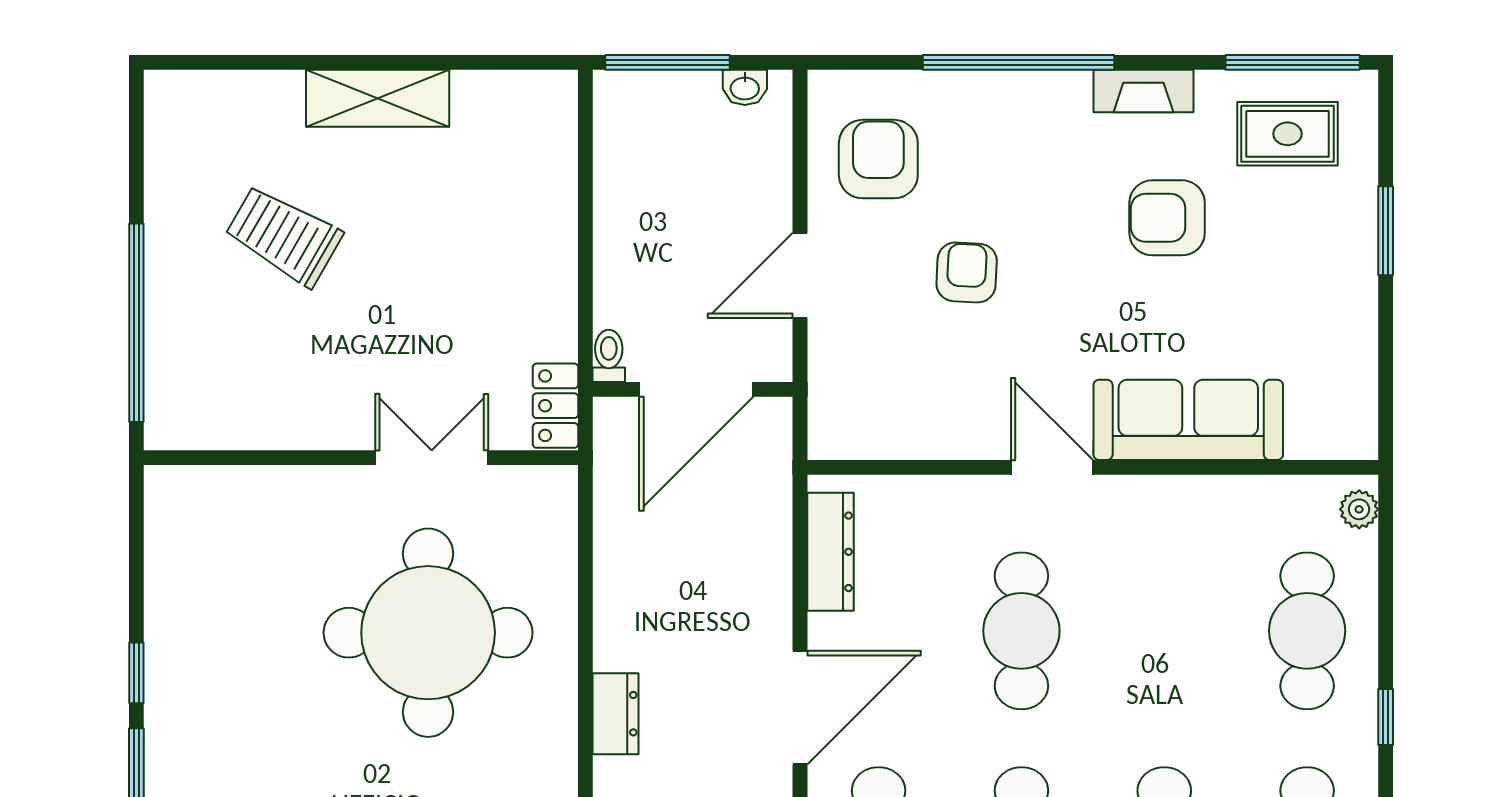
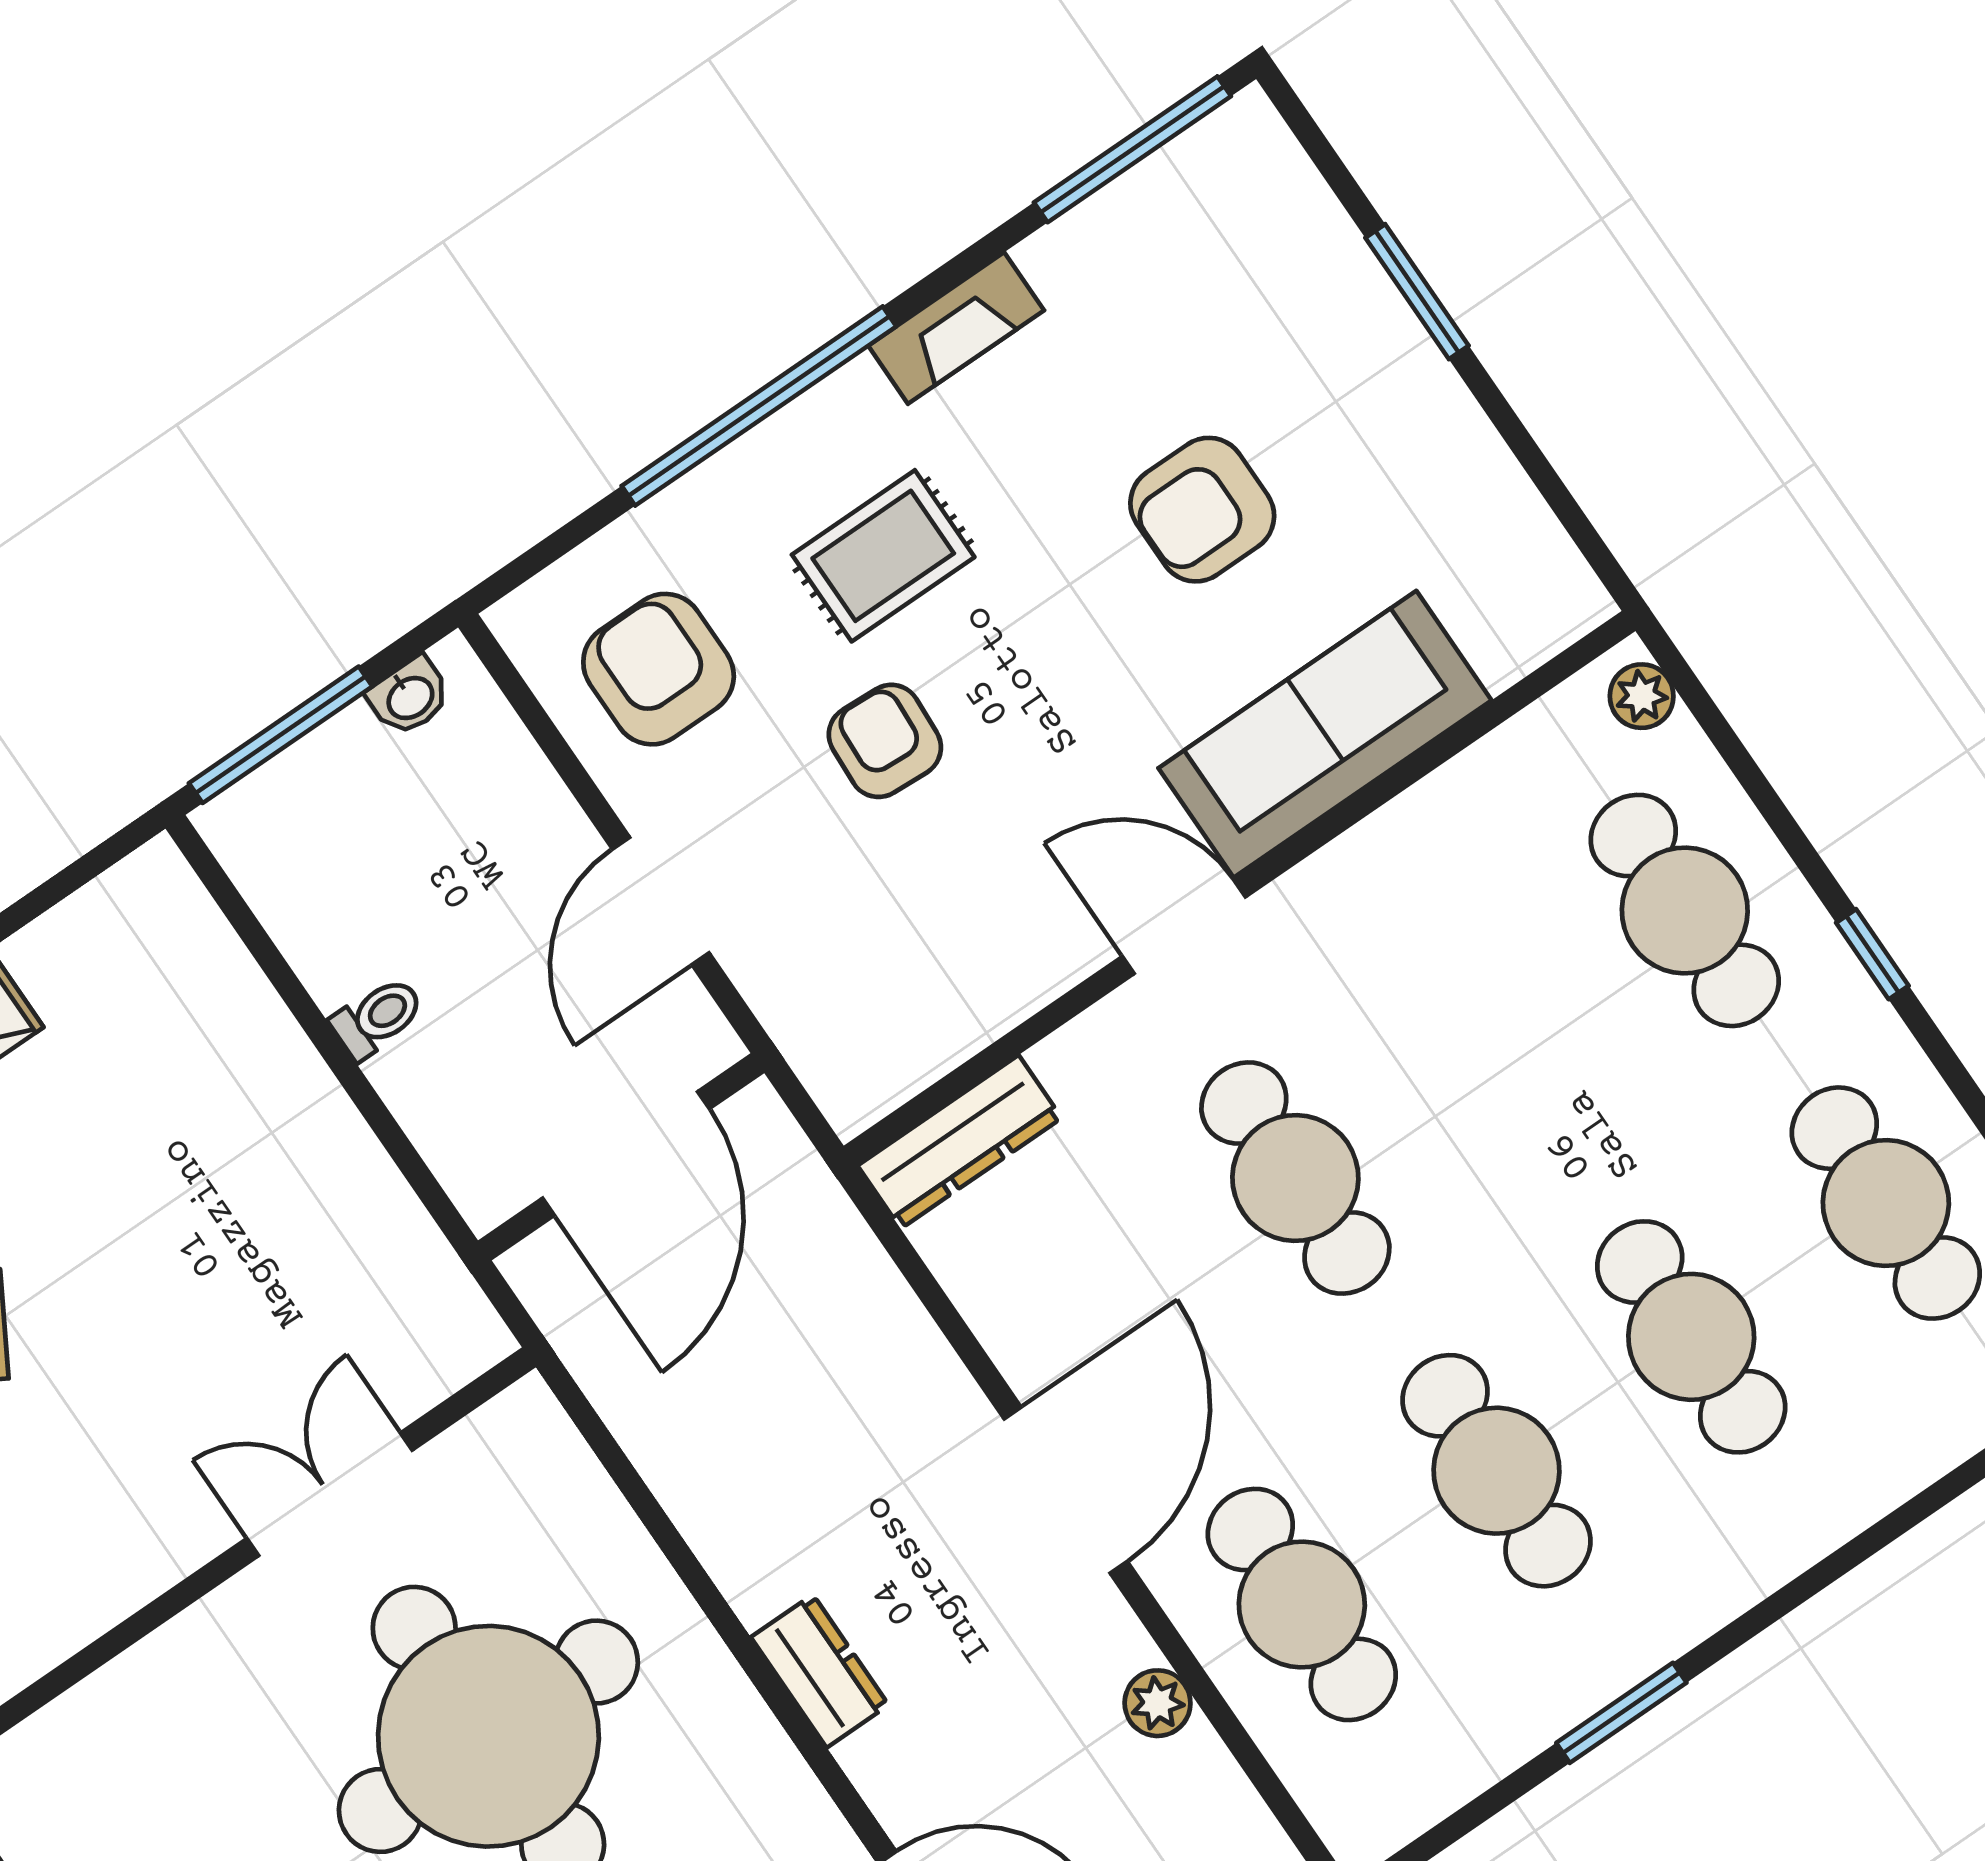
rug: (1287, 134) -> (883, 556), moved
armchair: (1167, 218) -> (1202, 510), moved
toilet: (609, 356) -> (377, 1018), moved, turned 90
locker: (555, 406) -> (449, 1308), removed
dresser: (831, 552) -> (960, 1142), moved, turned 90

